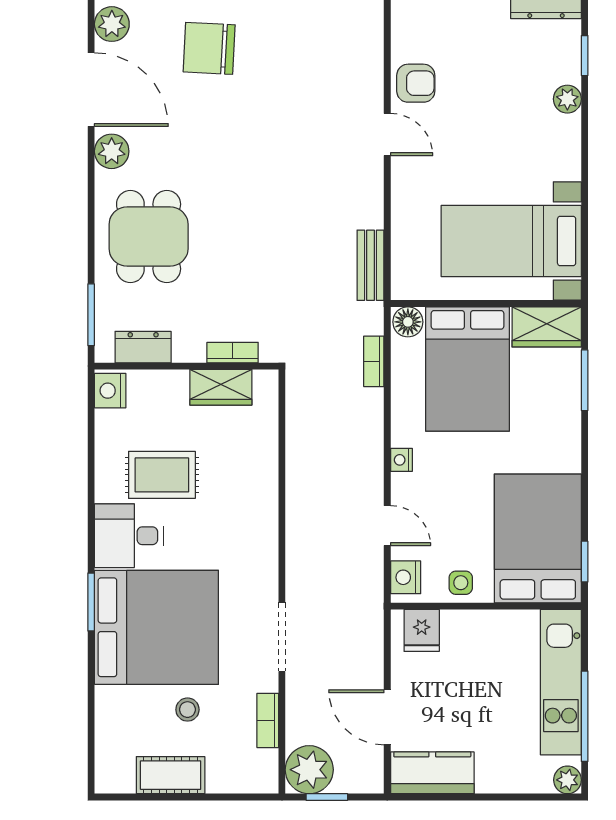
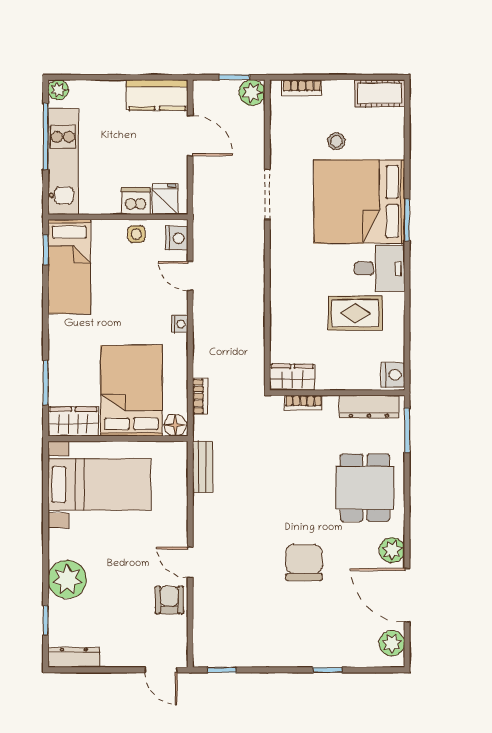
chair: (209, 48) -> (304, 563), moved, turned -93
armchair: (416, 83) -> (169, 600), turned 90
plant: (567, 99) -> (67, 579), width x1.88, depth x1.88
dresser: (143, 347) -> (369, 407), width x1.44
wardrobe: (221, 387) -> (292, 377), moved
bed: (538, 539) -> (69, 267), width x0.67
dishwasher: (462, 628) -> (136, 201), added
bookcase: (268, 720) -> (302, 88), moved, turned 90
plant: (309, 770) -> (252, 93), width x0.73, depth x0.73
cot: (171, 775) -> (380, 93), moved

